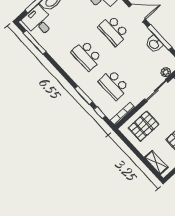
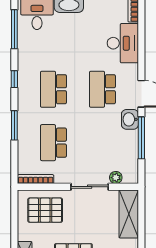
washbasin: (154, 44) -> (130, 119), moved
window: (100, 113) -> (14, 79), moved

